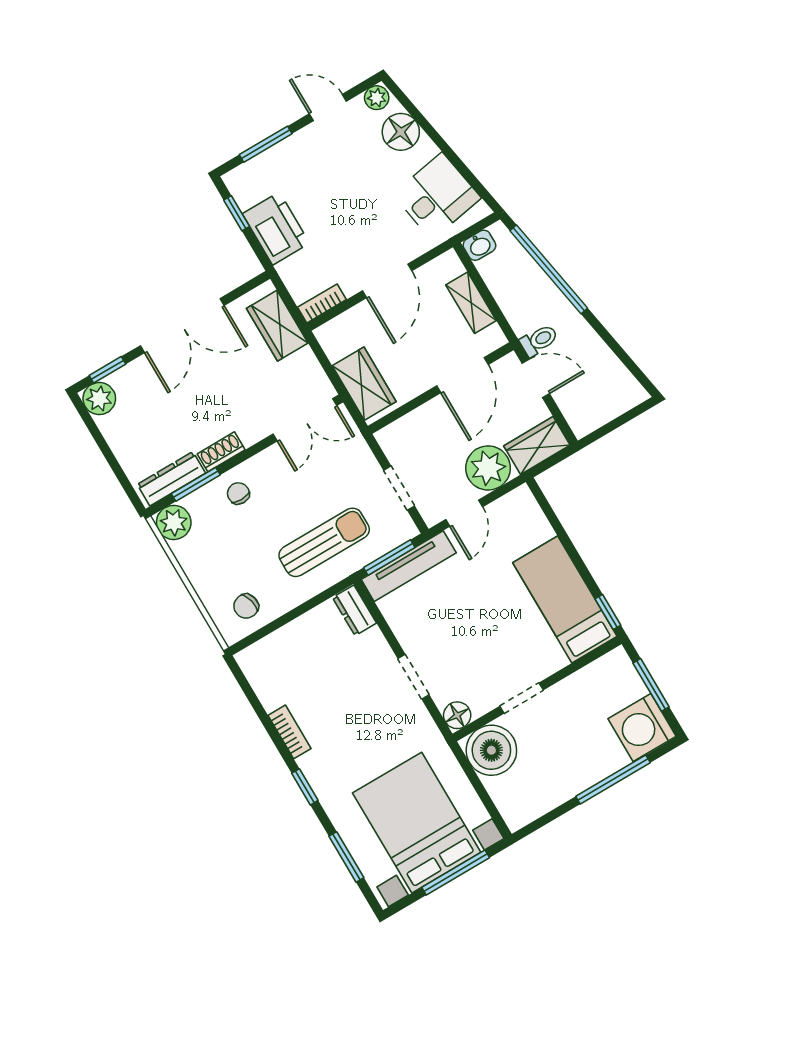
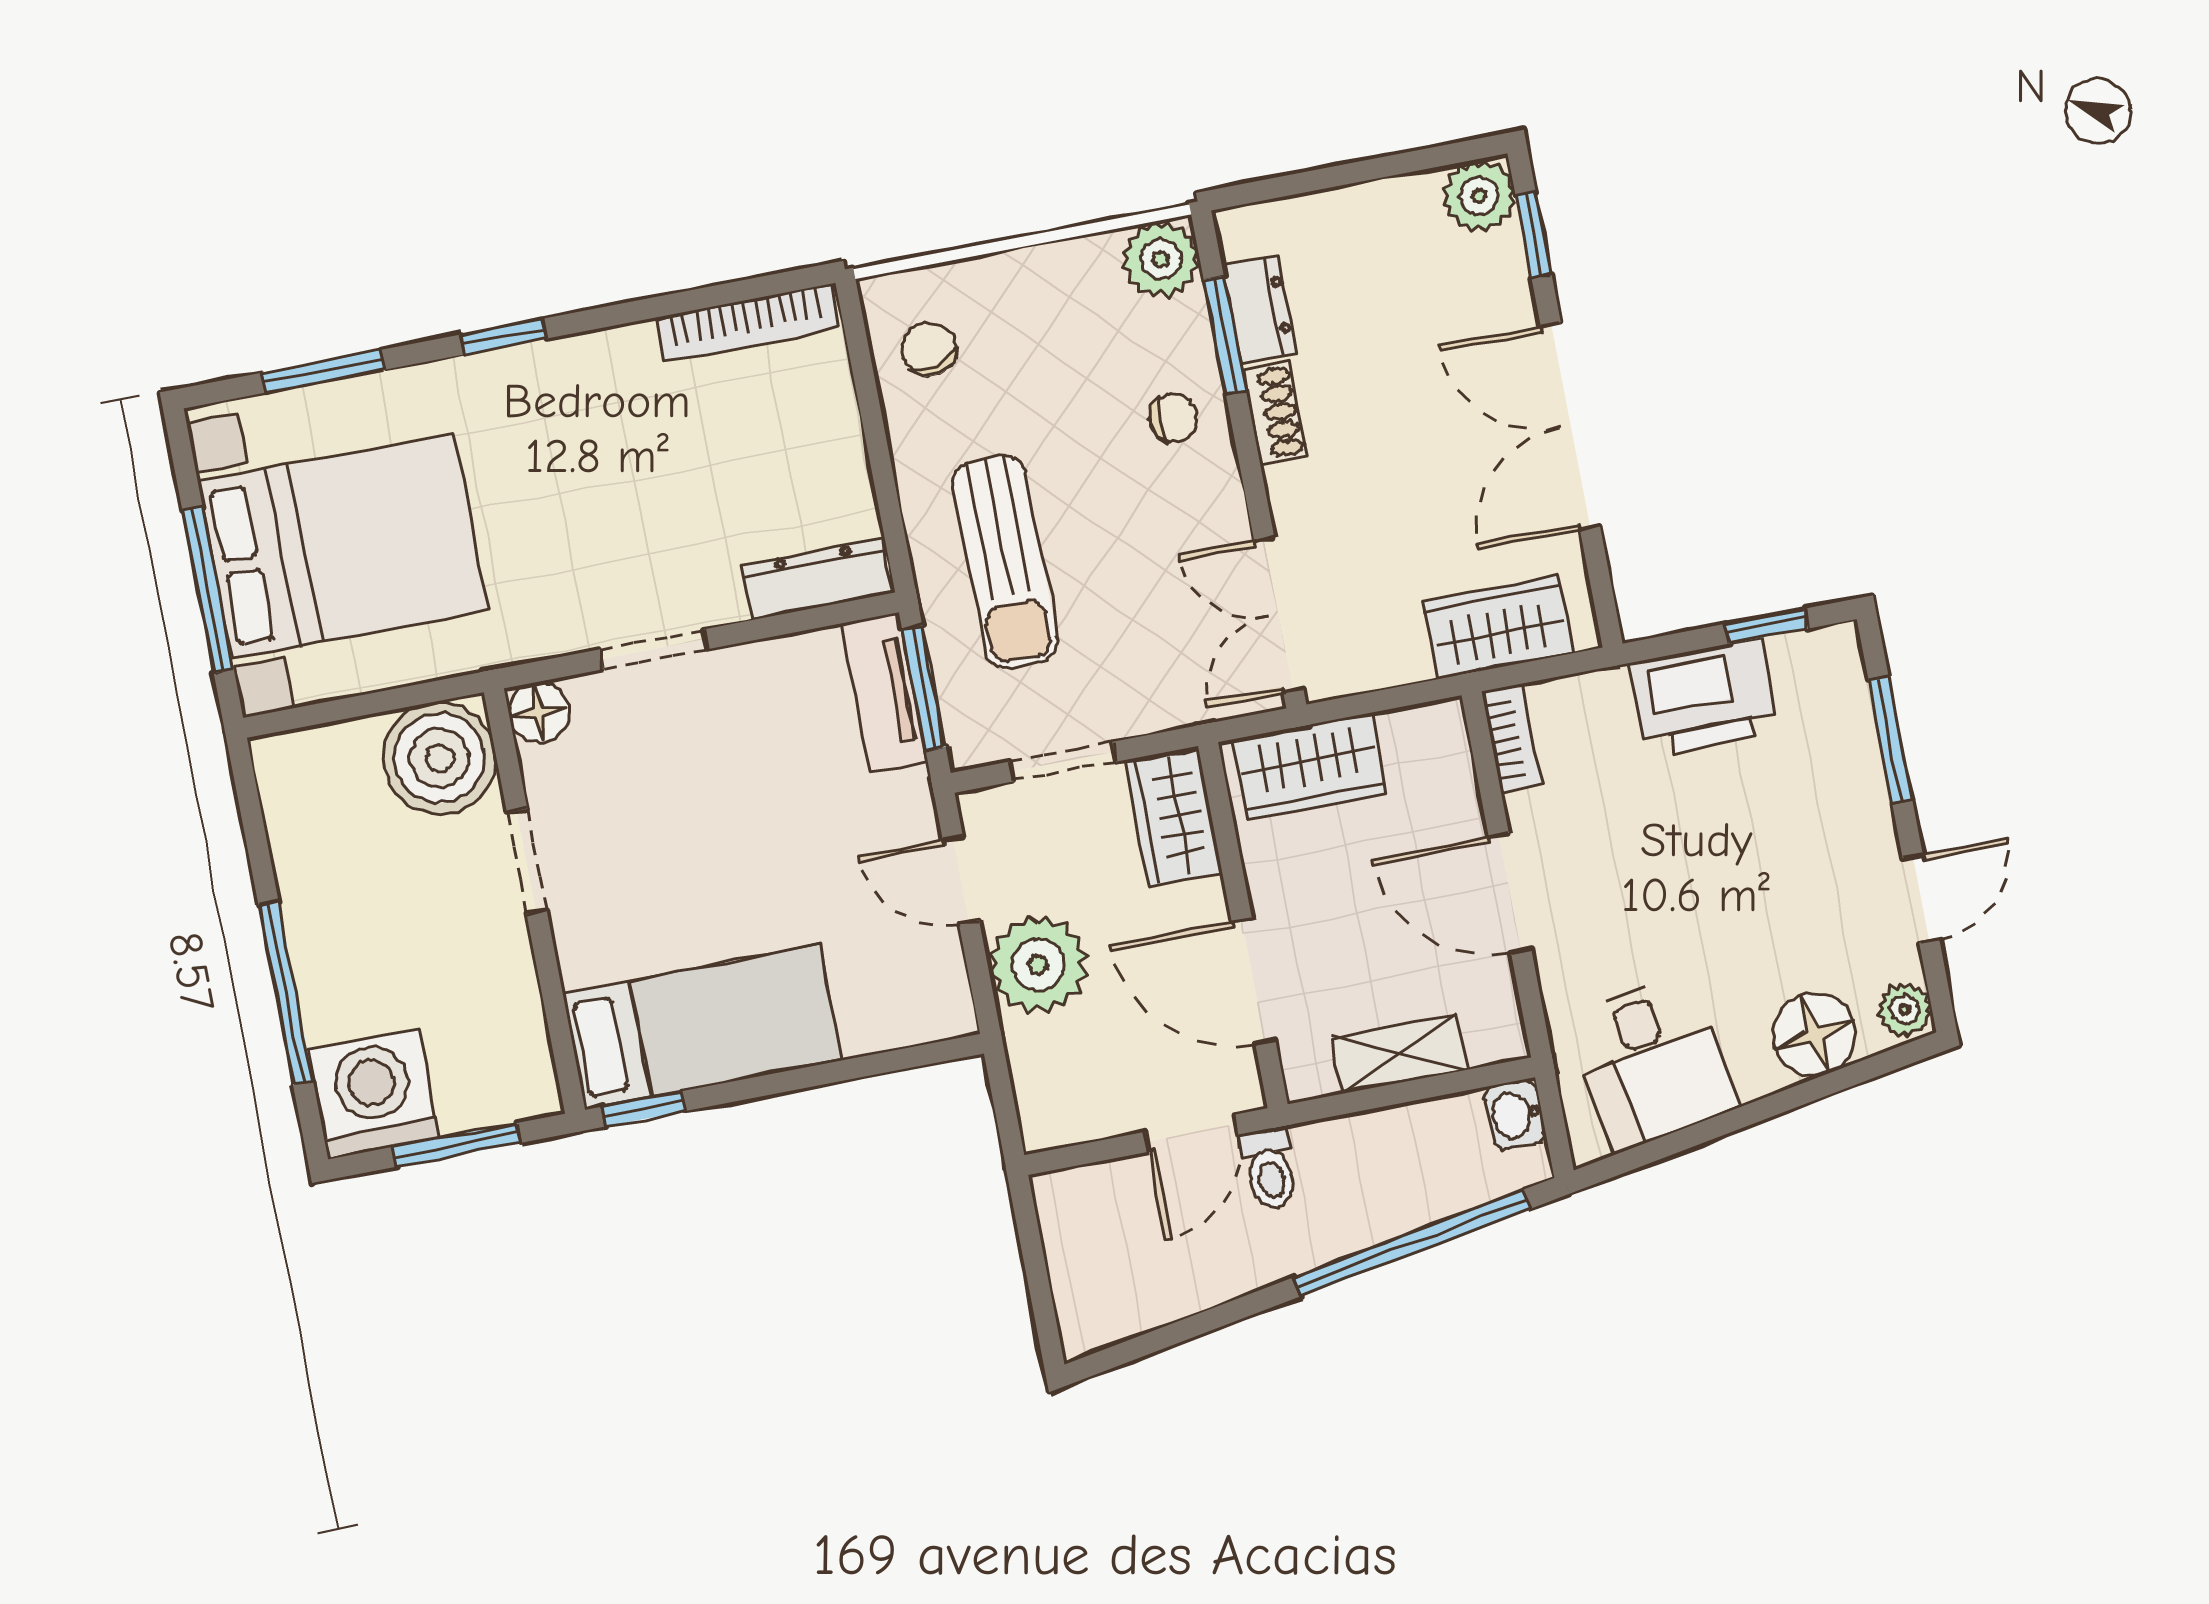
wardrobe: (537, 446) -> (1174, 816), moved, turned 180
dresser: (171, 479) -> (1259, 309), width x0.70
tv unit: (409, 566) -> (885, 692), width x0.71
dresser: (354, 610) -> (817, 579), width x1.44
bookcase: (289, 732) -> (747, 323), moved, width x1.56

